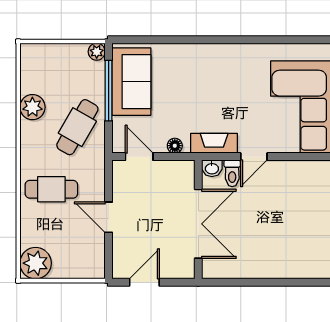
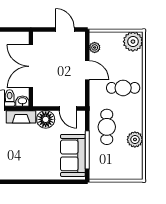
plant: (97, 52) -> (95, 47), moved
cafe table: (77, 127) -> (107, 127), turned -30
floor lamp: (175, 146) -> (46, 119), width x1.89, depth x1.89
door: (144, 282) -> (65, 30), swing flipped

